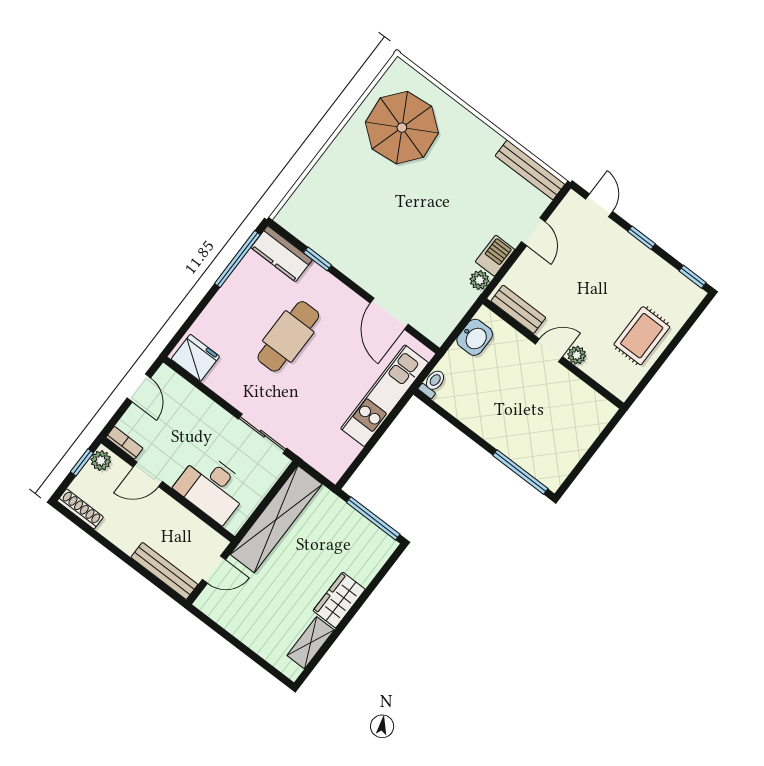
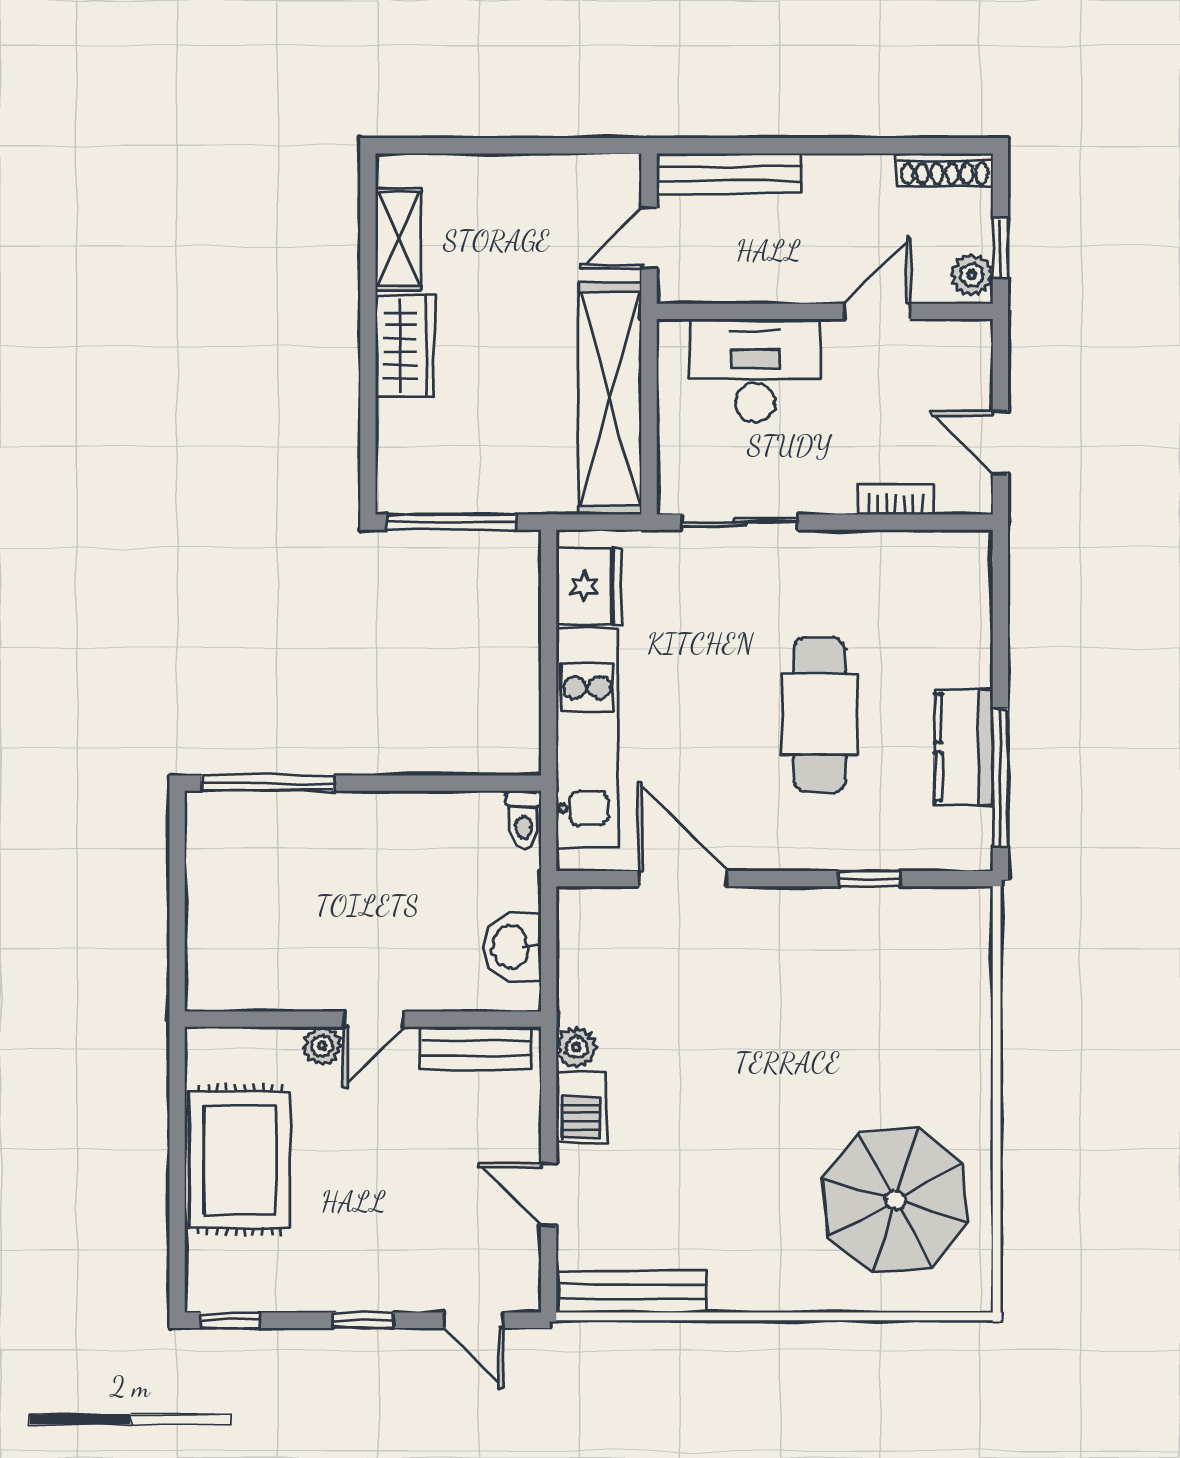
kitchen counter: (282, 254) -> (964, 747), moved, turned -90
rug: (642, 336) -> (240, 1160), width x1.36, depth x1.43
fridge: (195, 358) -> (589, 586), moved, turned -90
bookcase: (124, 443) -> (896, 500), moved, turned 180

